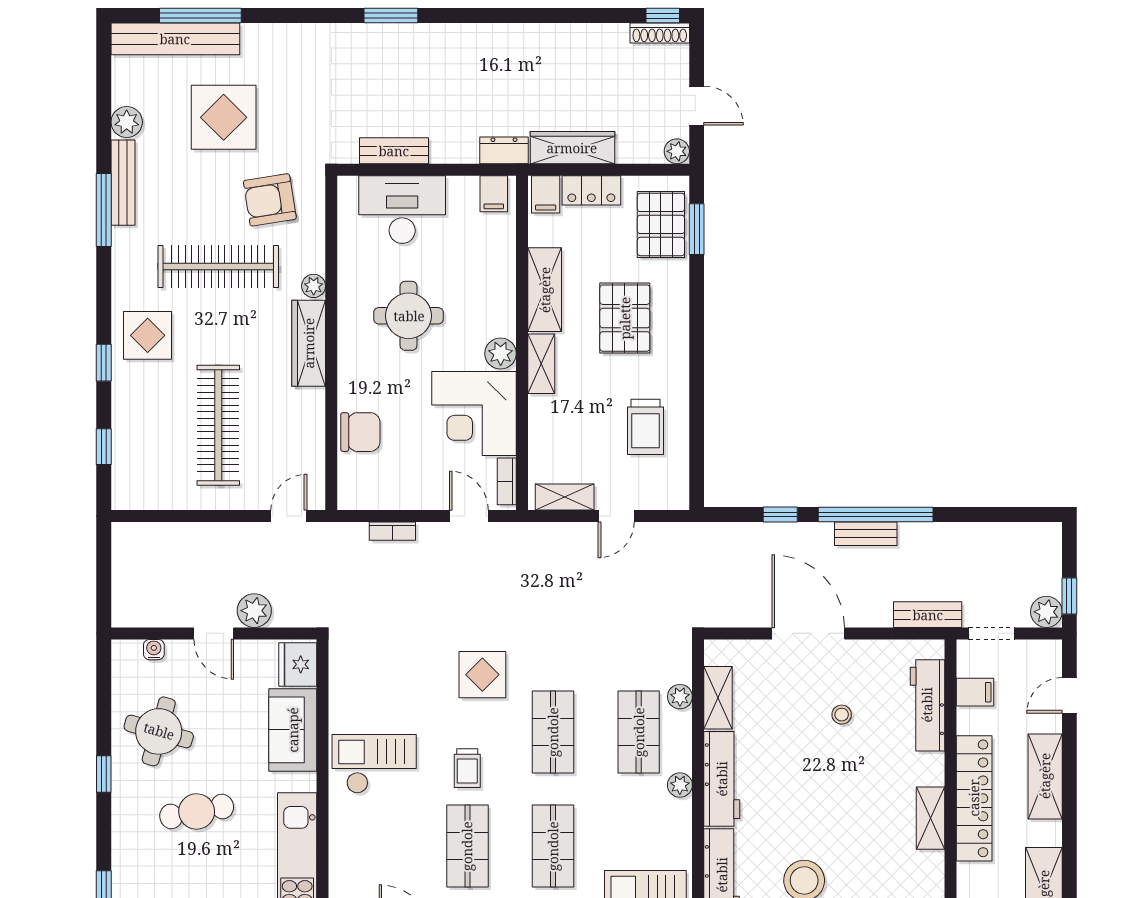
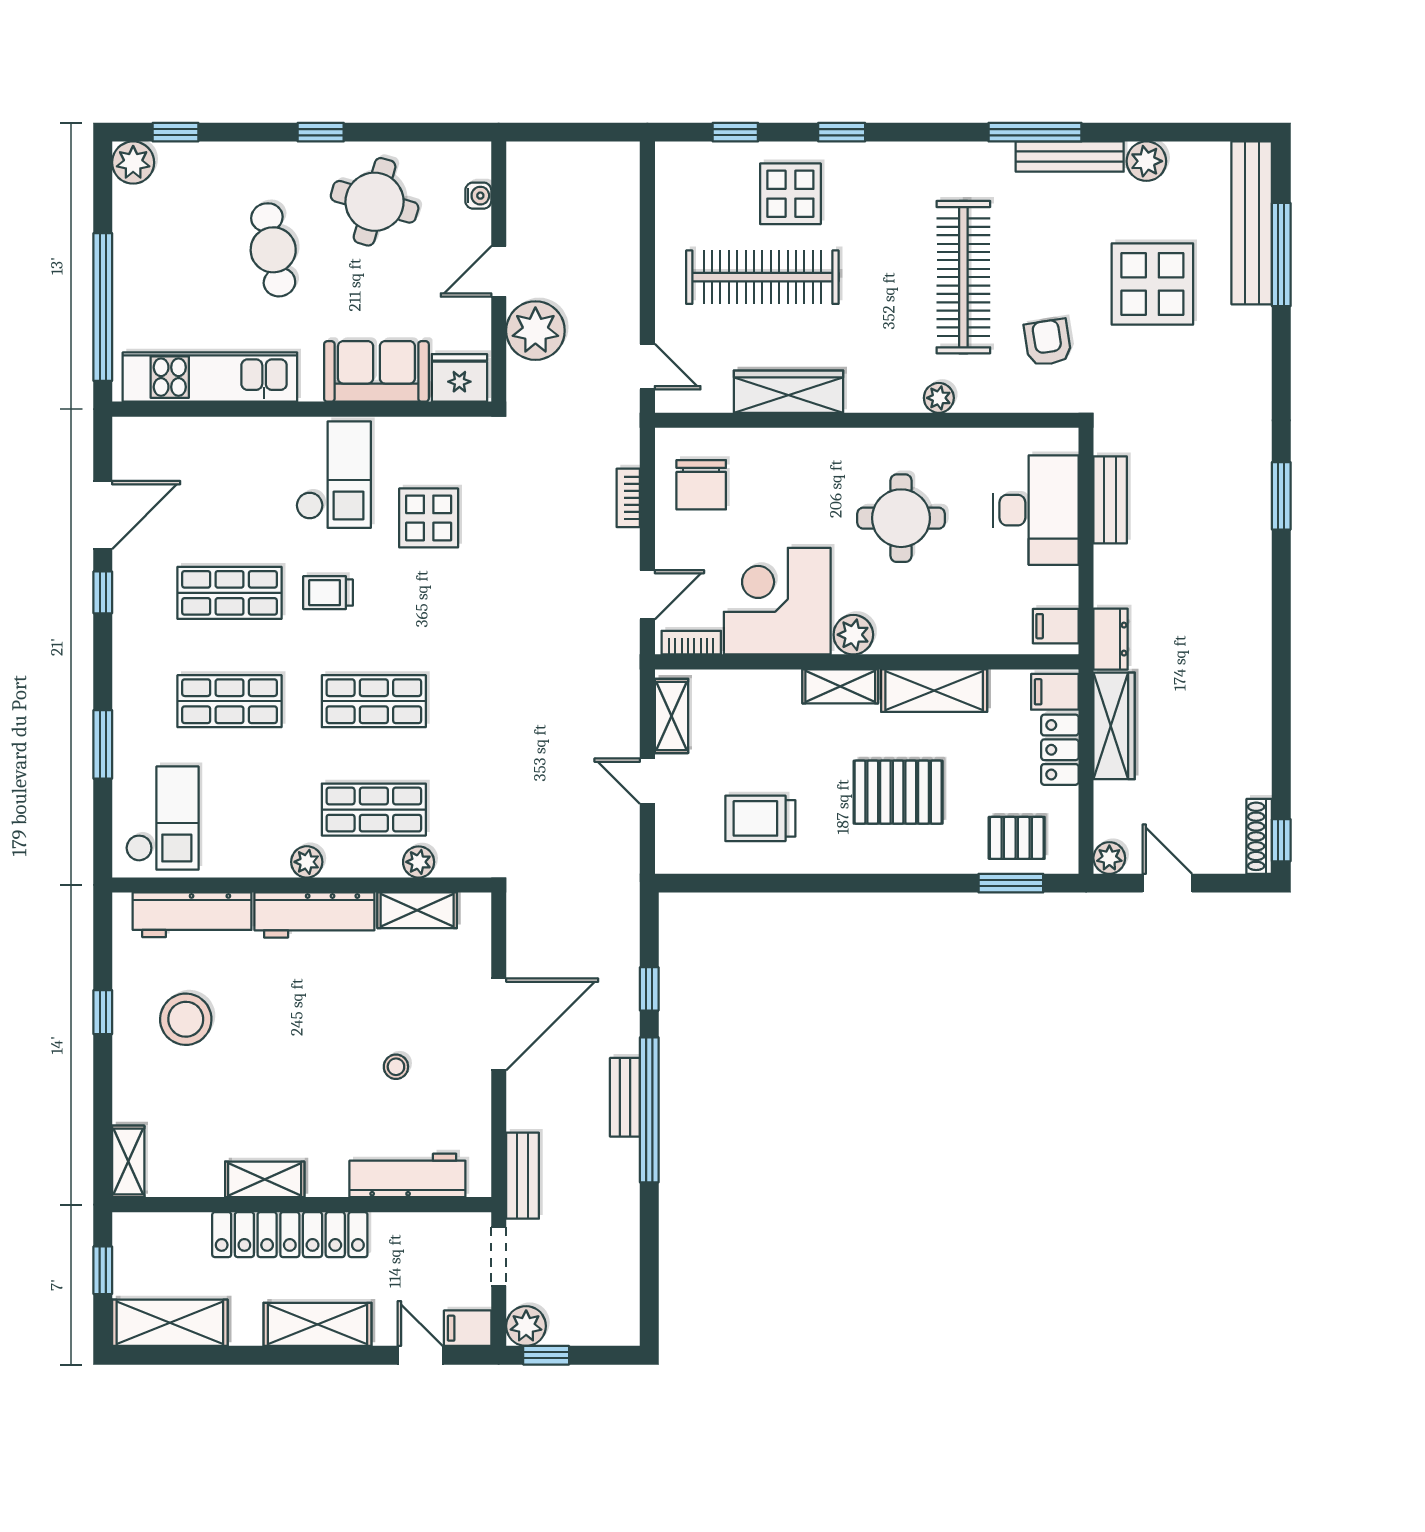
door: (697, 106) -> (1167, 883), swing flipped
armchair: (270, 200) -> (1048, 343), width x0.72, depth x0.72
pallet: (661, 224) -> (1017, 838), width x0.67, depth x0.71
display table: (148, 335) -> (790, 194), moved
wardrobe: (309, 343) -> (789, 392), moved
chair: (360, 432) -> (701, 485), moved
plant: (254, 611) -> (535, 331), width x1.36, depth x1.36
display table: (482, 675) -> (429, 518), moved
filing cabinet: (975, 692) -> (468, 1328), moved, turned 90

